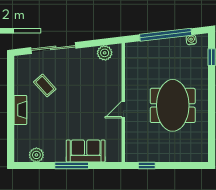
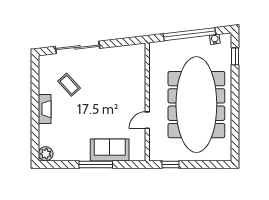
plant: (105, 53) -> (129, 52), removed
meeting table: (173, 105) -> (196, 105), width x1.86, depth x1.27
door: (123, 109) -> (147, 120), moved
plant: (36, 155) -> (46, 154), moved

